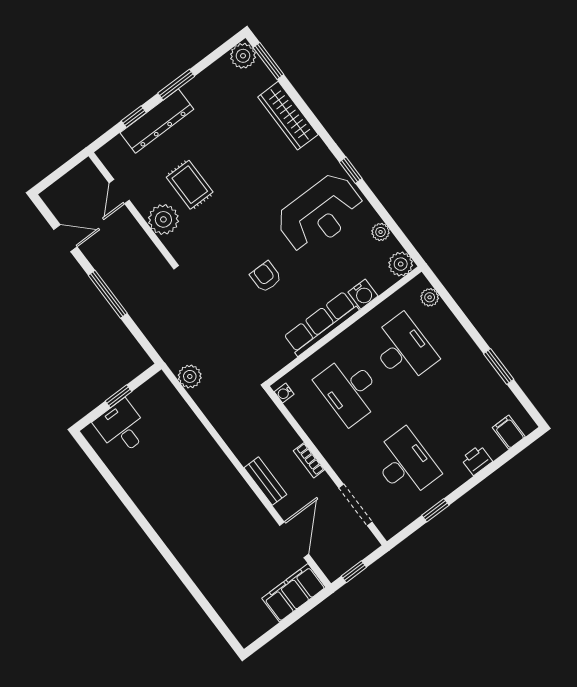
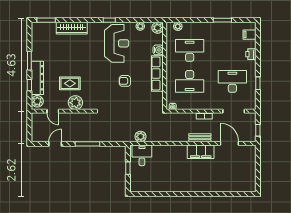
plant: (243, 56) -> (37, 101), moved
desk: (122, 428) -> (142, 155), moved, turned 90
filing cabinet: (294, 593) -> (201, 152), moved, turned -90

